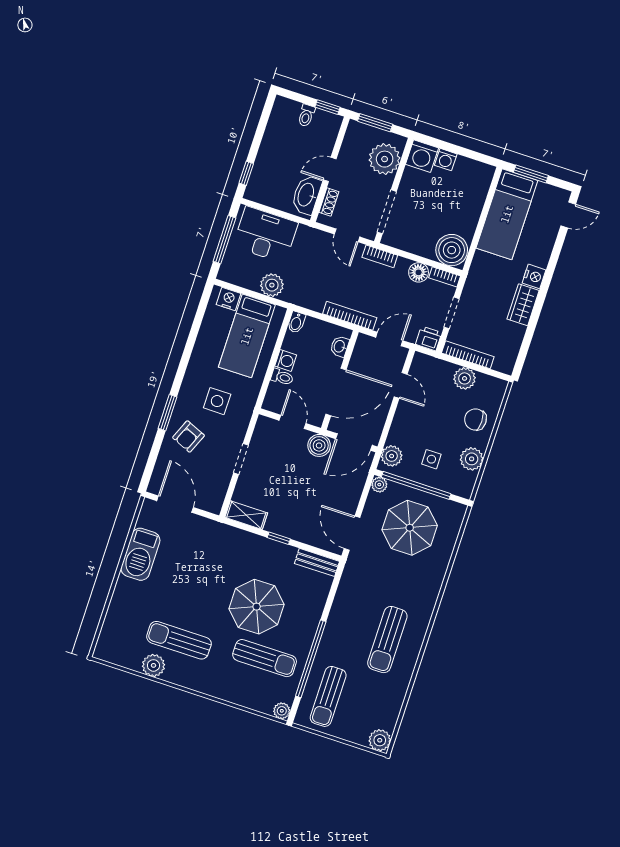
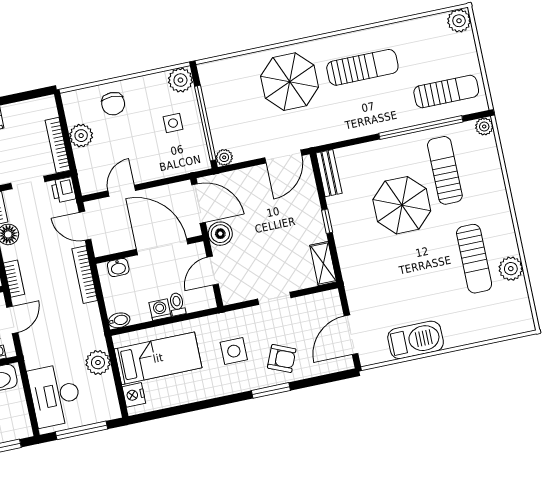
plant: (392, 456) -> (191, 161), removed
plant: (472, 459) -> (180, 80), moved
parasol: (410, 528) -> (290, 82), moved

